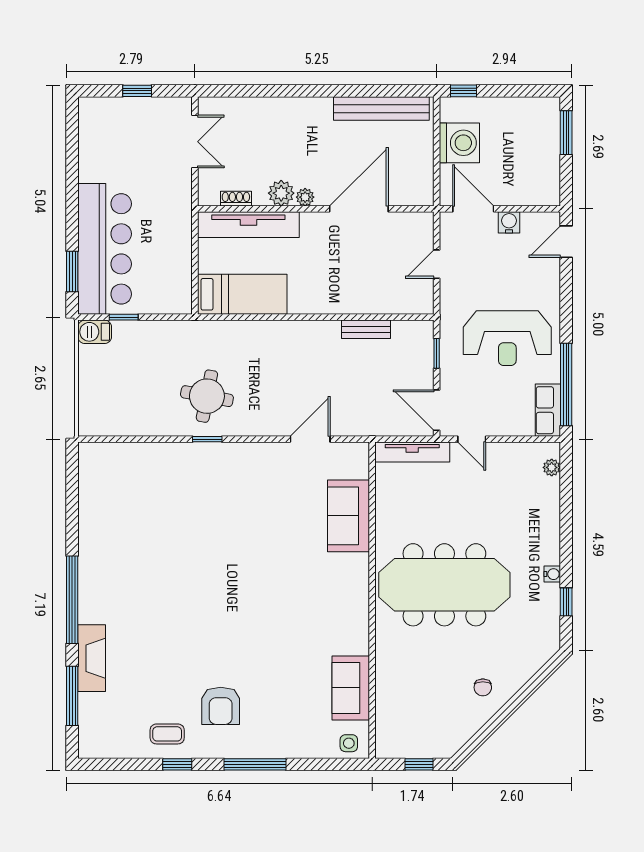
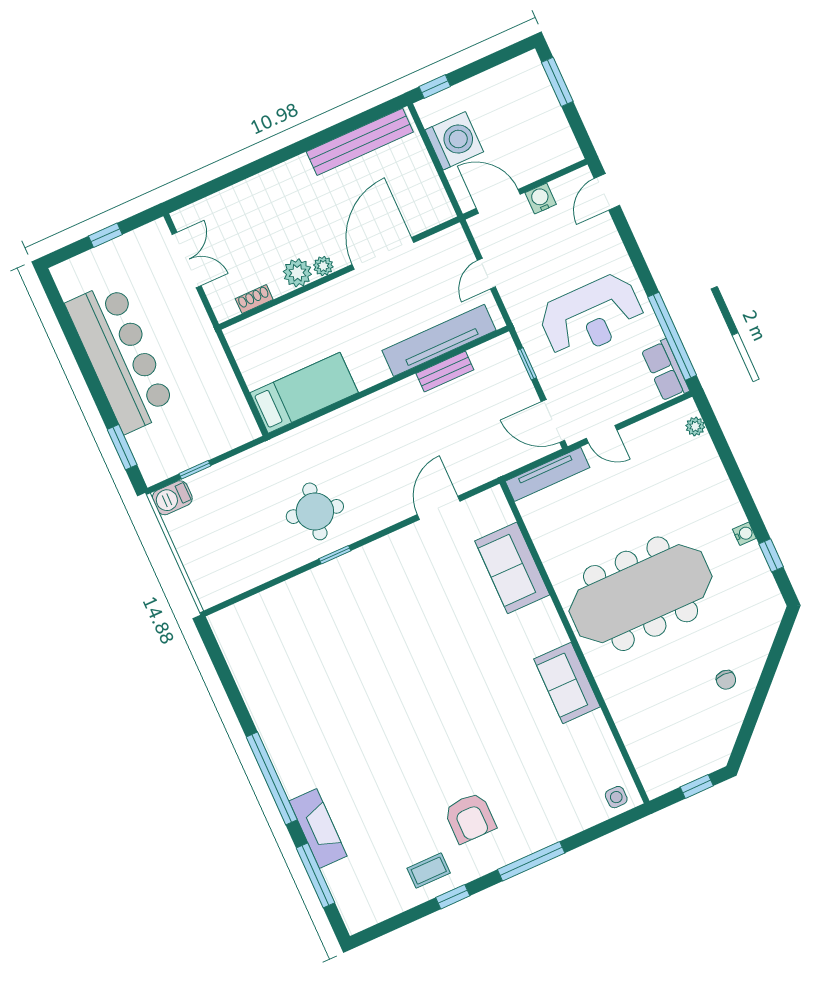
tv unit: (248, 225) -> (439, 340), moved, turned 180
bar counter: (105, 249) -> (121, 357), moved
sofa: (351, 688) -> (567, 683), moved

